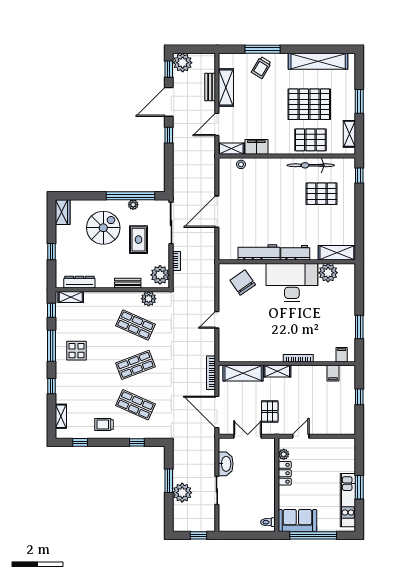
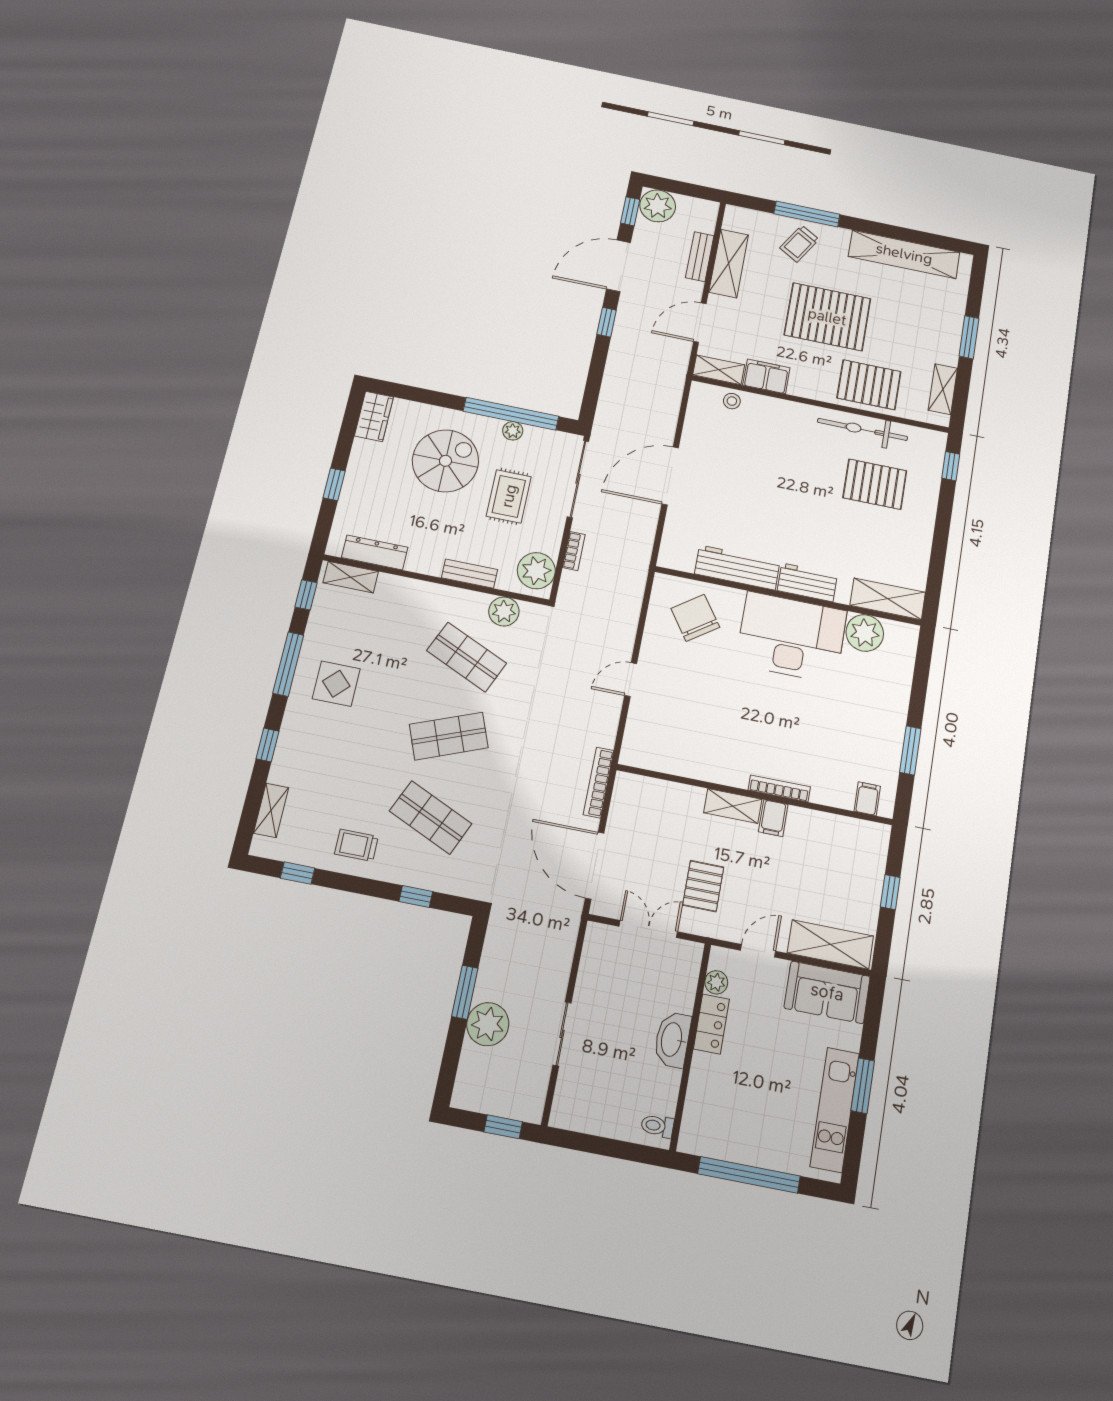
pallet: (309, 104) -> (827, 317), moved
shelving: (243, 373) -> (830, 944), moved
filing cabinet: (333, 373) -> (773, 818), moved
washbasin: (226, 464) -> (672, 1040), moved, turned 180
sofa: (297, 520) -> (827, 992), moved, turned 180

